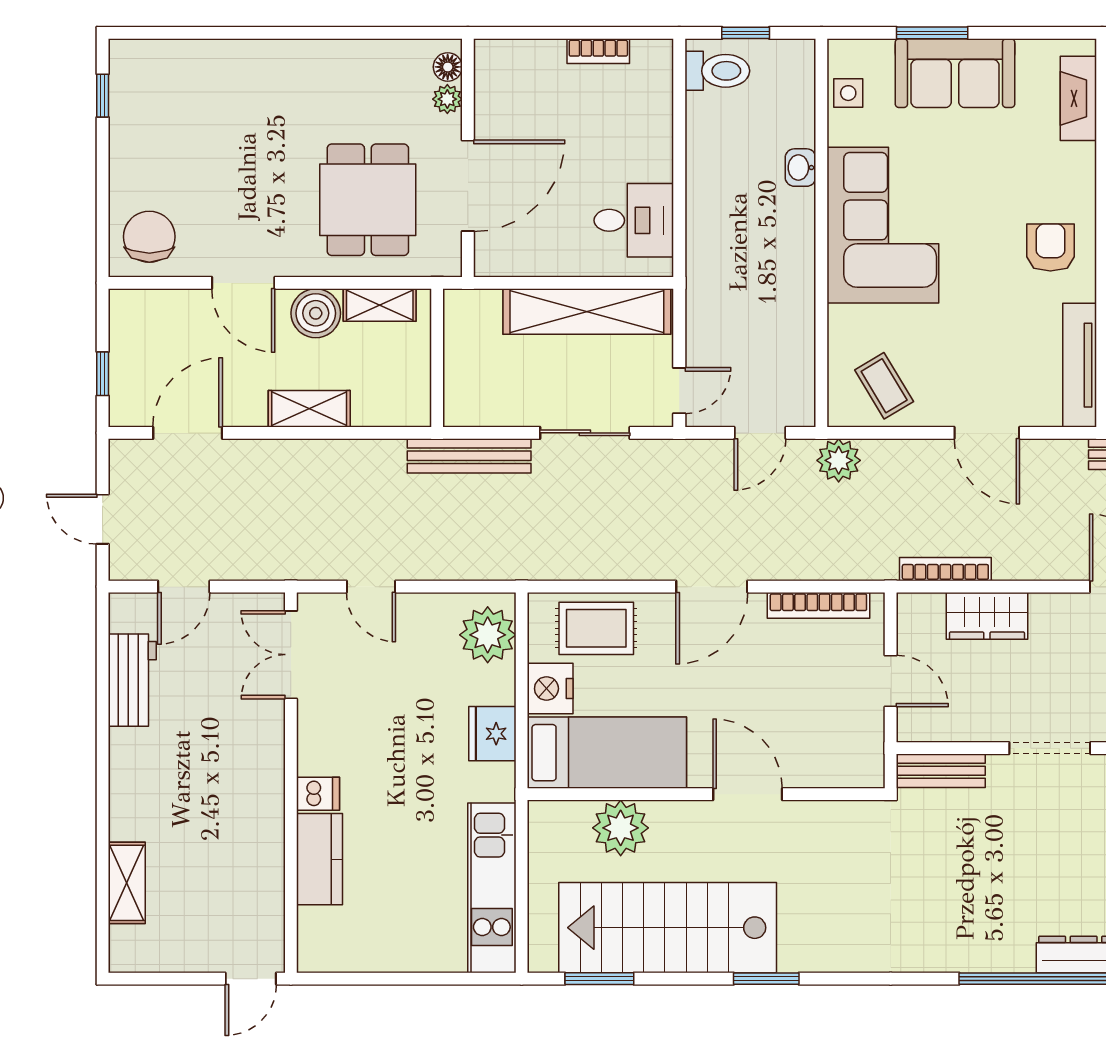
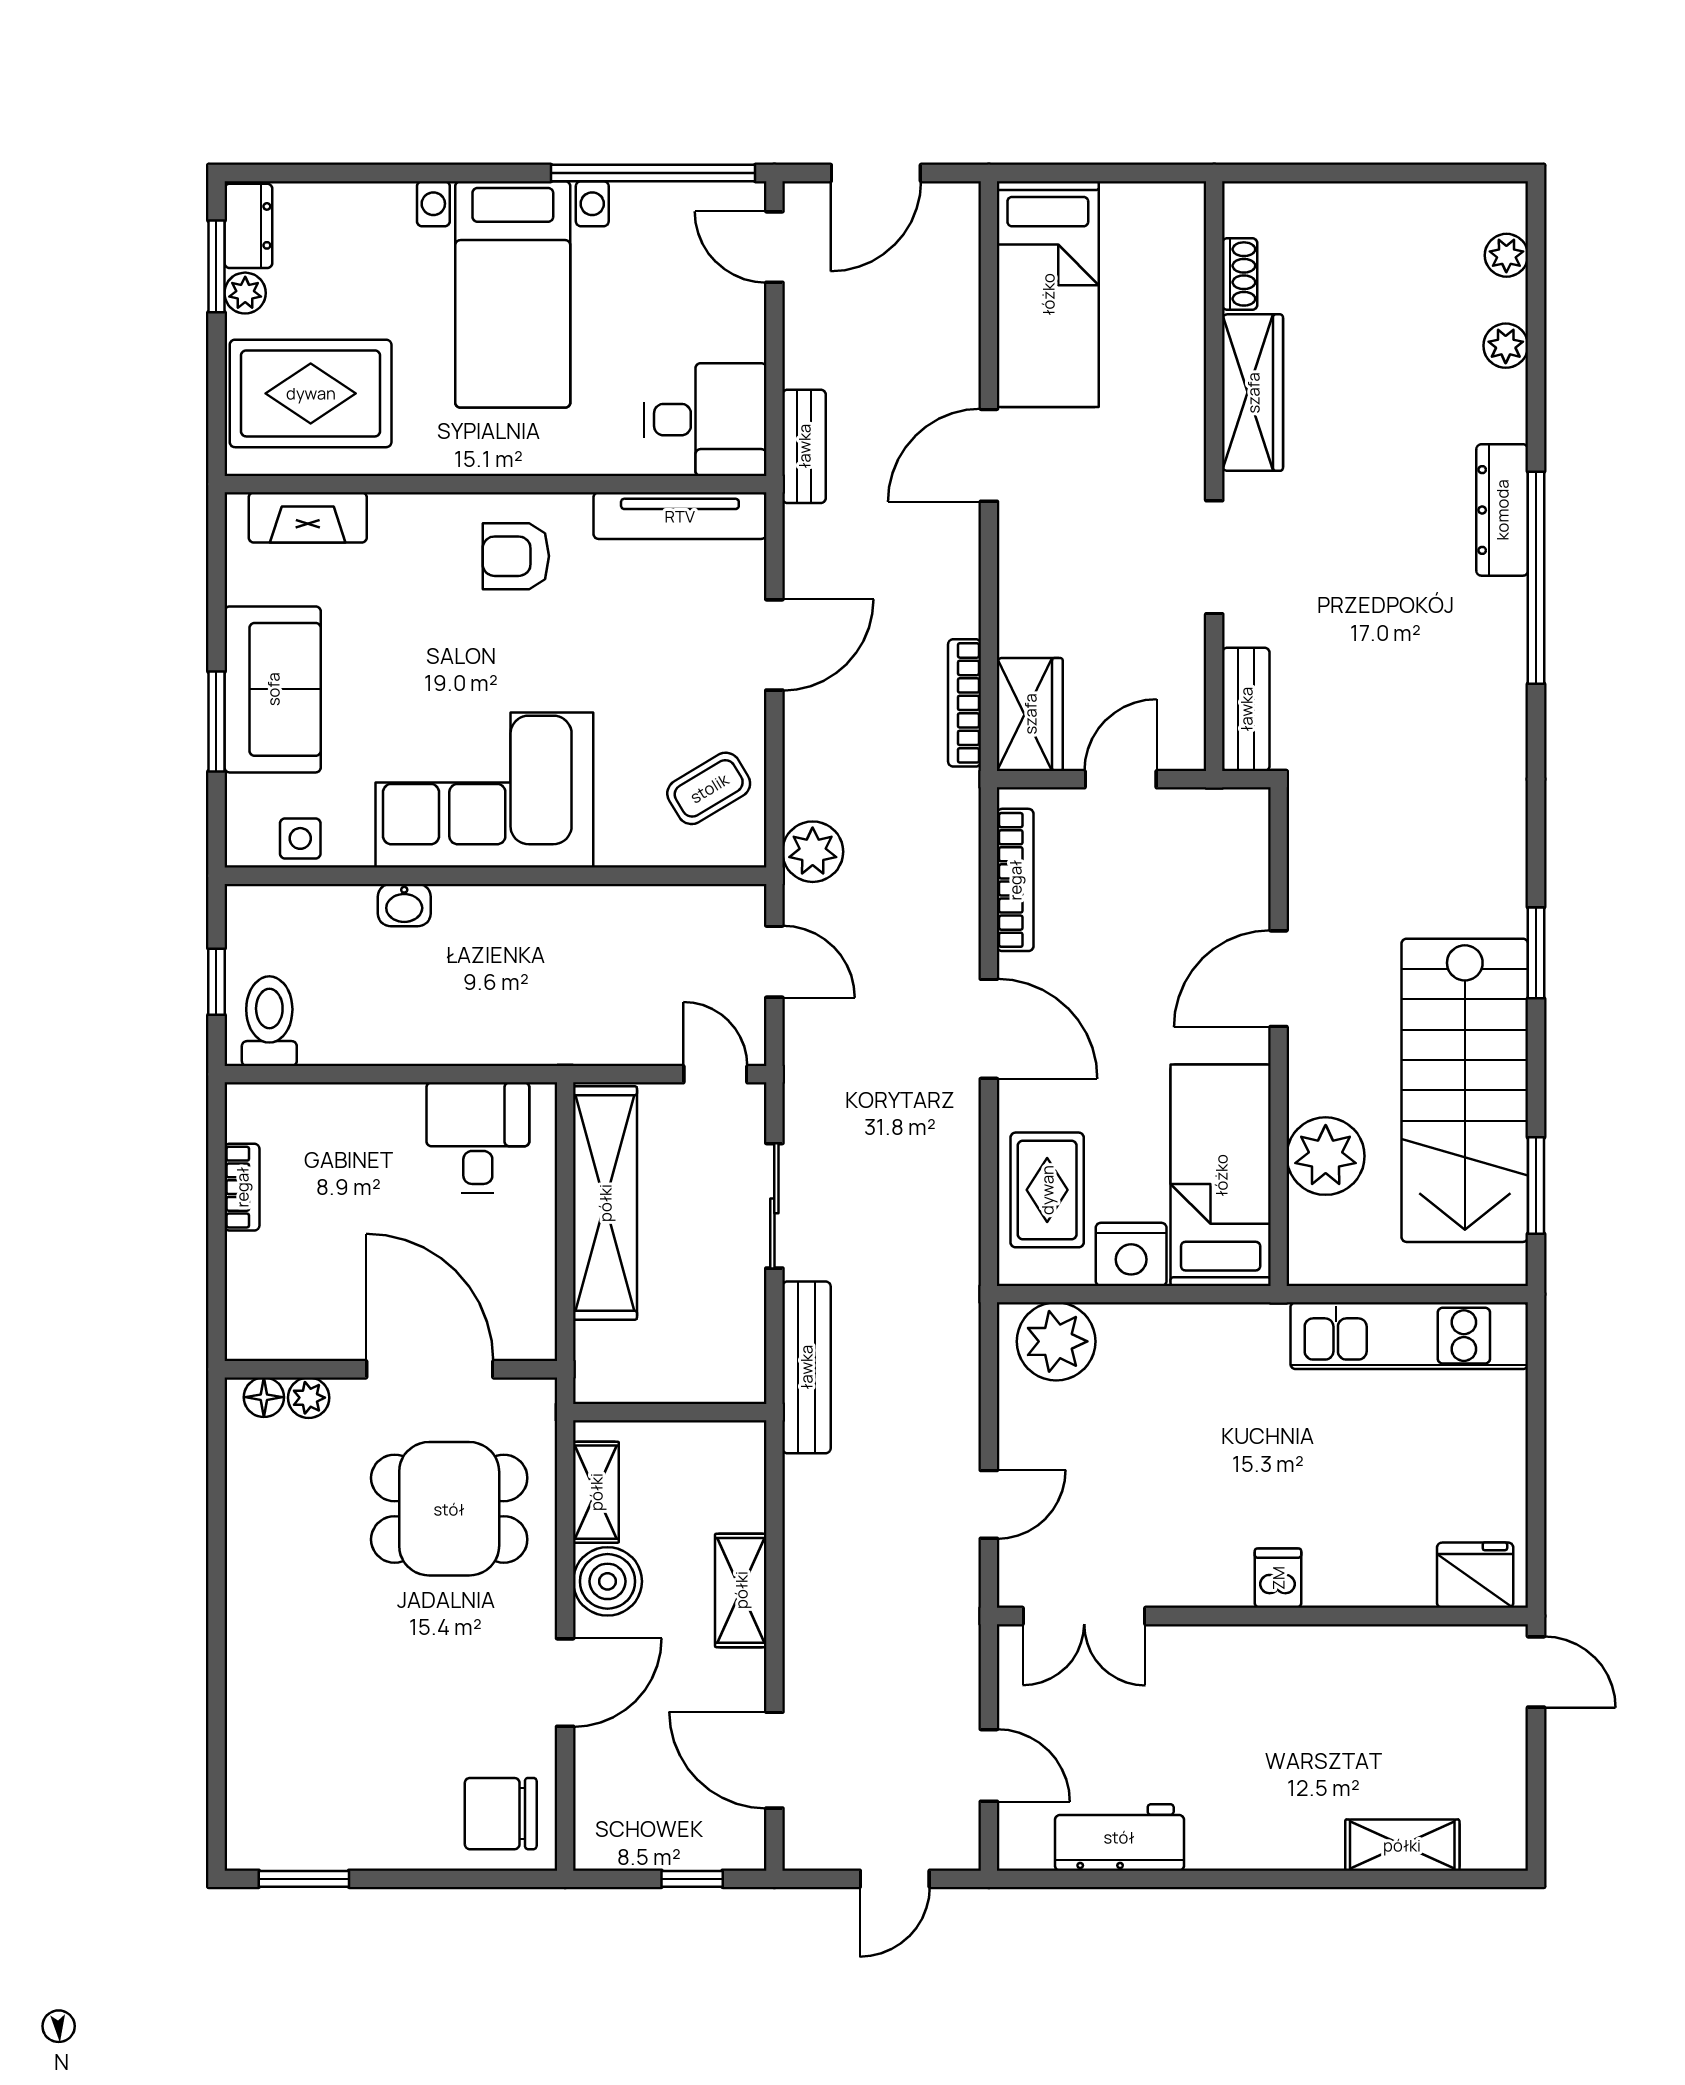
window: (103, 96) -> (304, 1879), width x1.50
wardrobe: (987, 616) -> (1030, 714), moved
fridge: (492, 734) -> (1475, 1575), moved, turned 180
kitchen counter: (320, 859) -> (1369, 1576), removed

